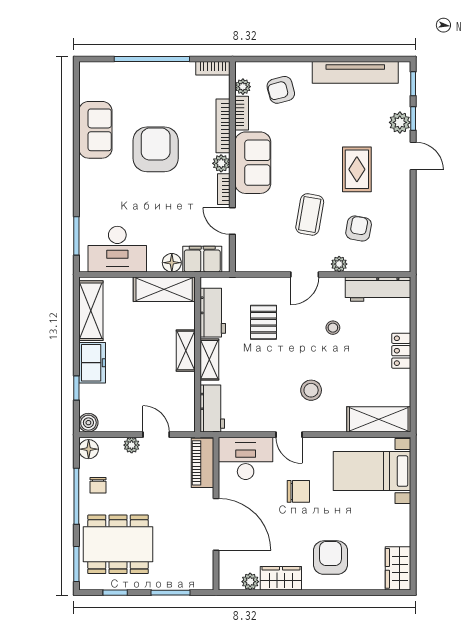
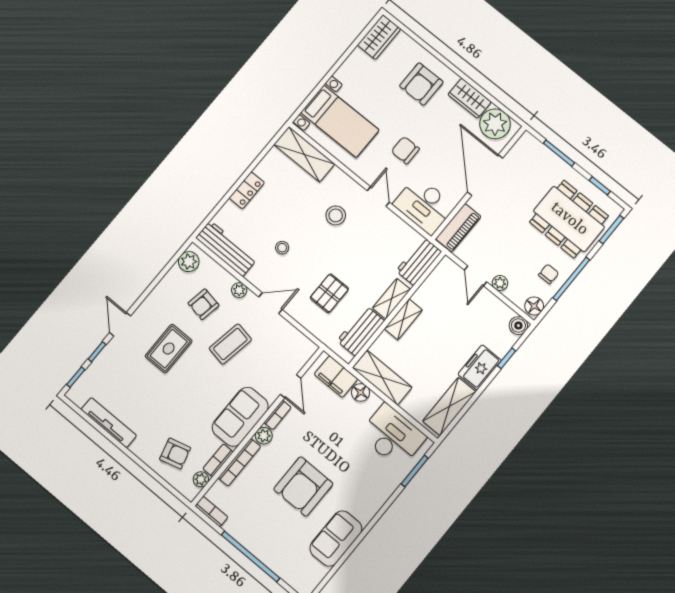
tv unit: (355, 72) -> (109, 423), width x0.73, depth x0.78
plant: (400, 122) -> (189, 262), moved
plant: (250, 582) -> (495, 124), width x1.87, depth x1.87

